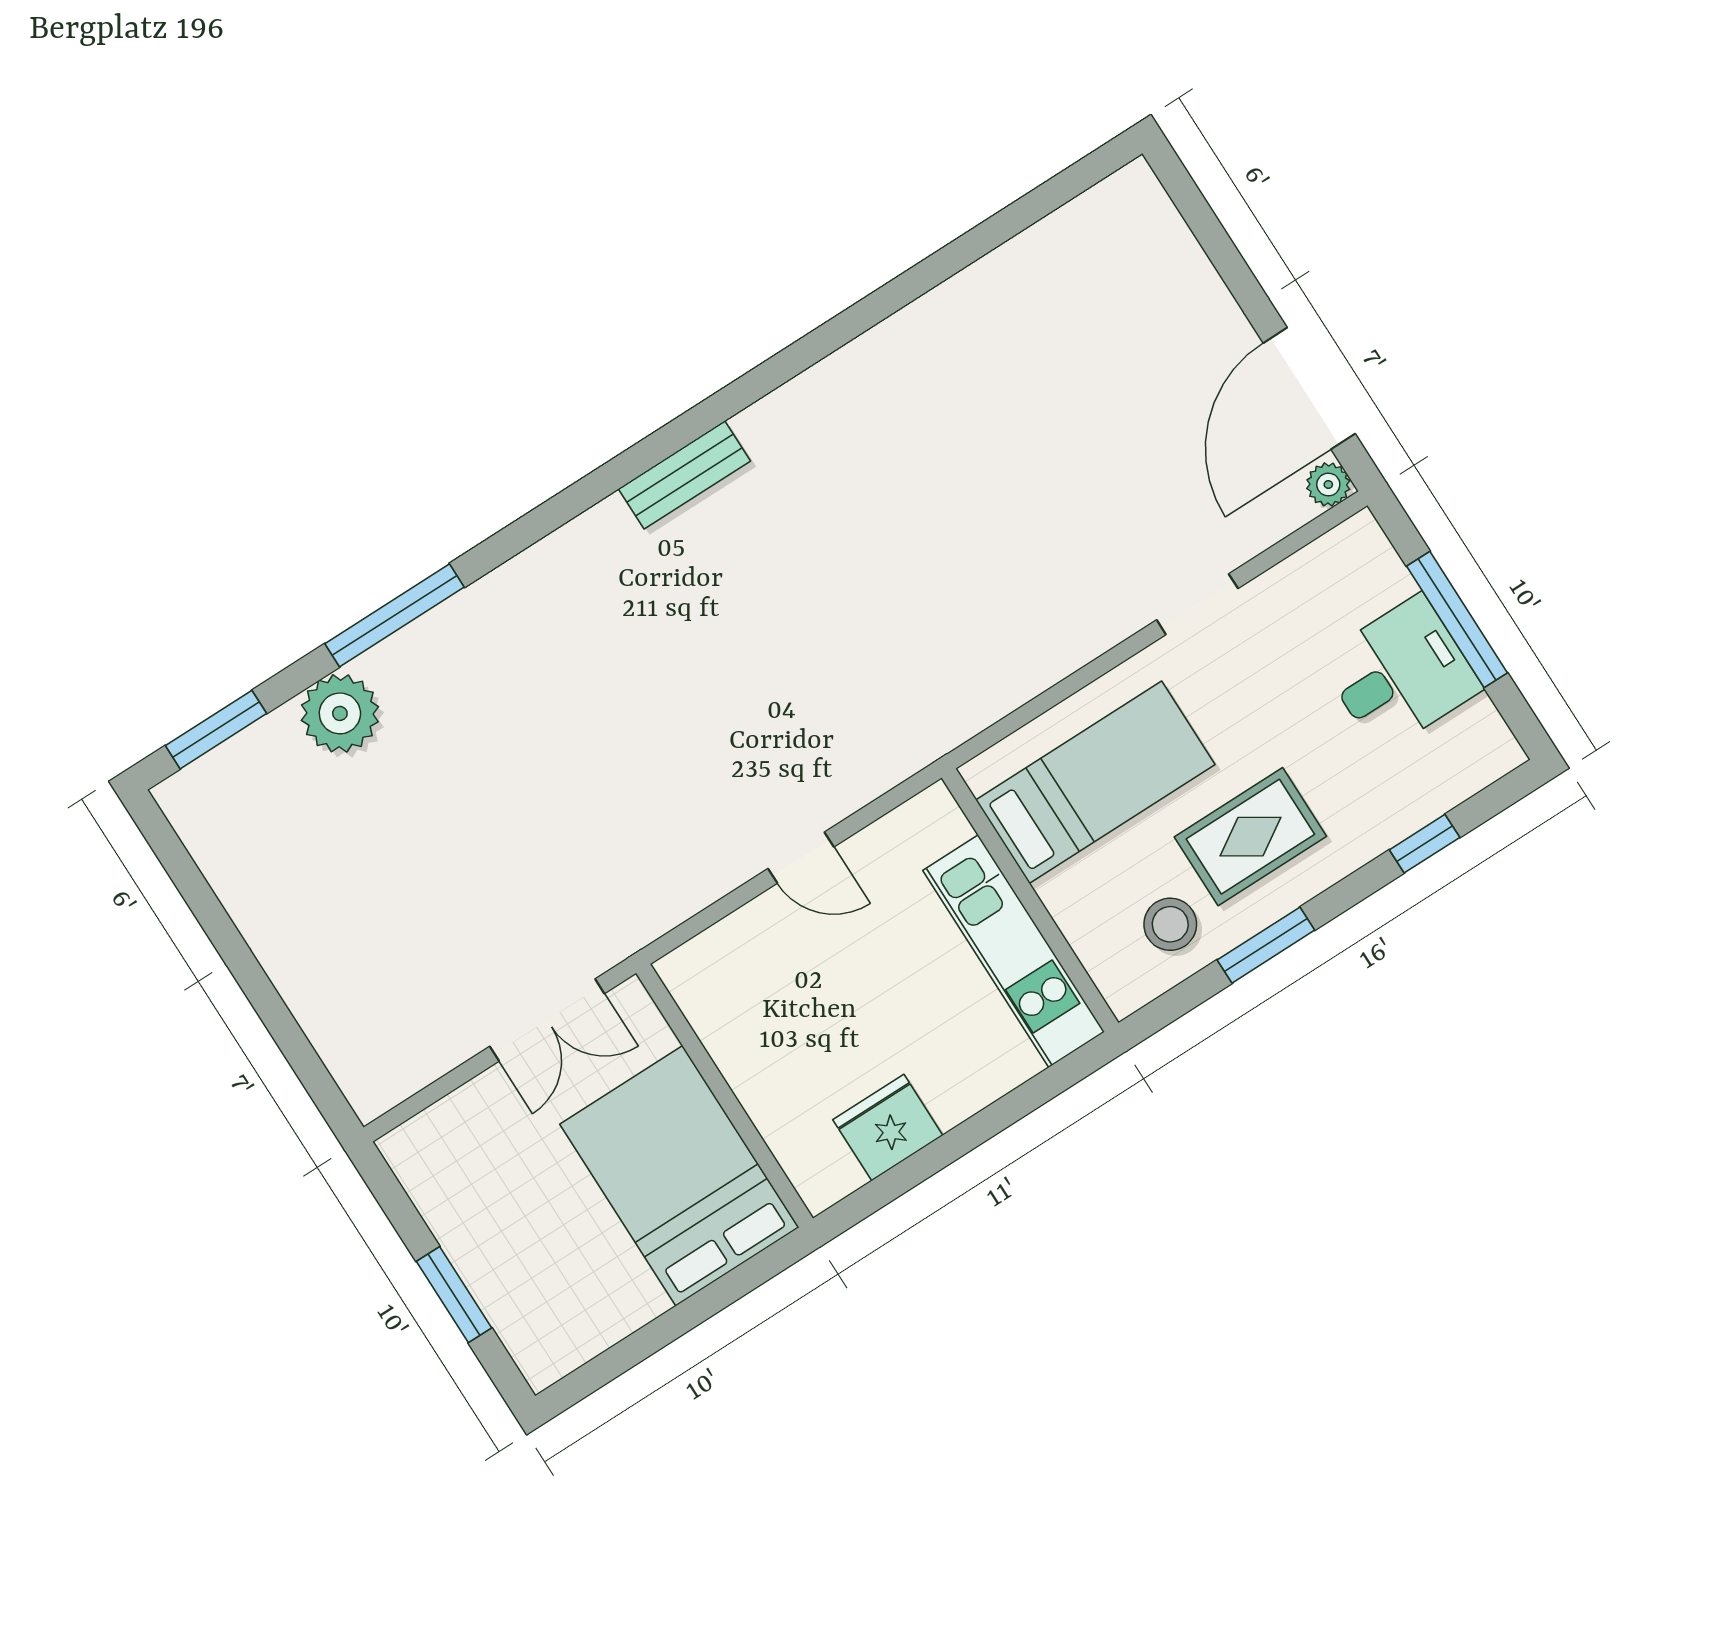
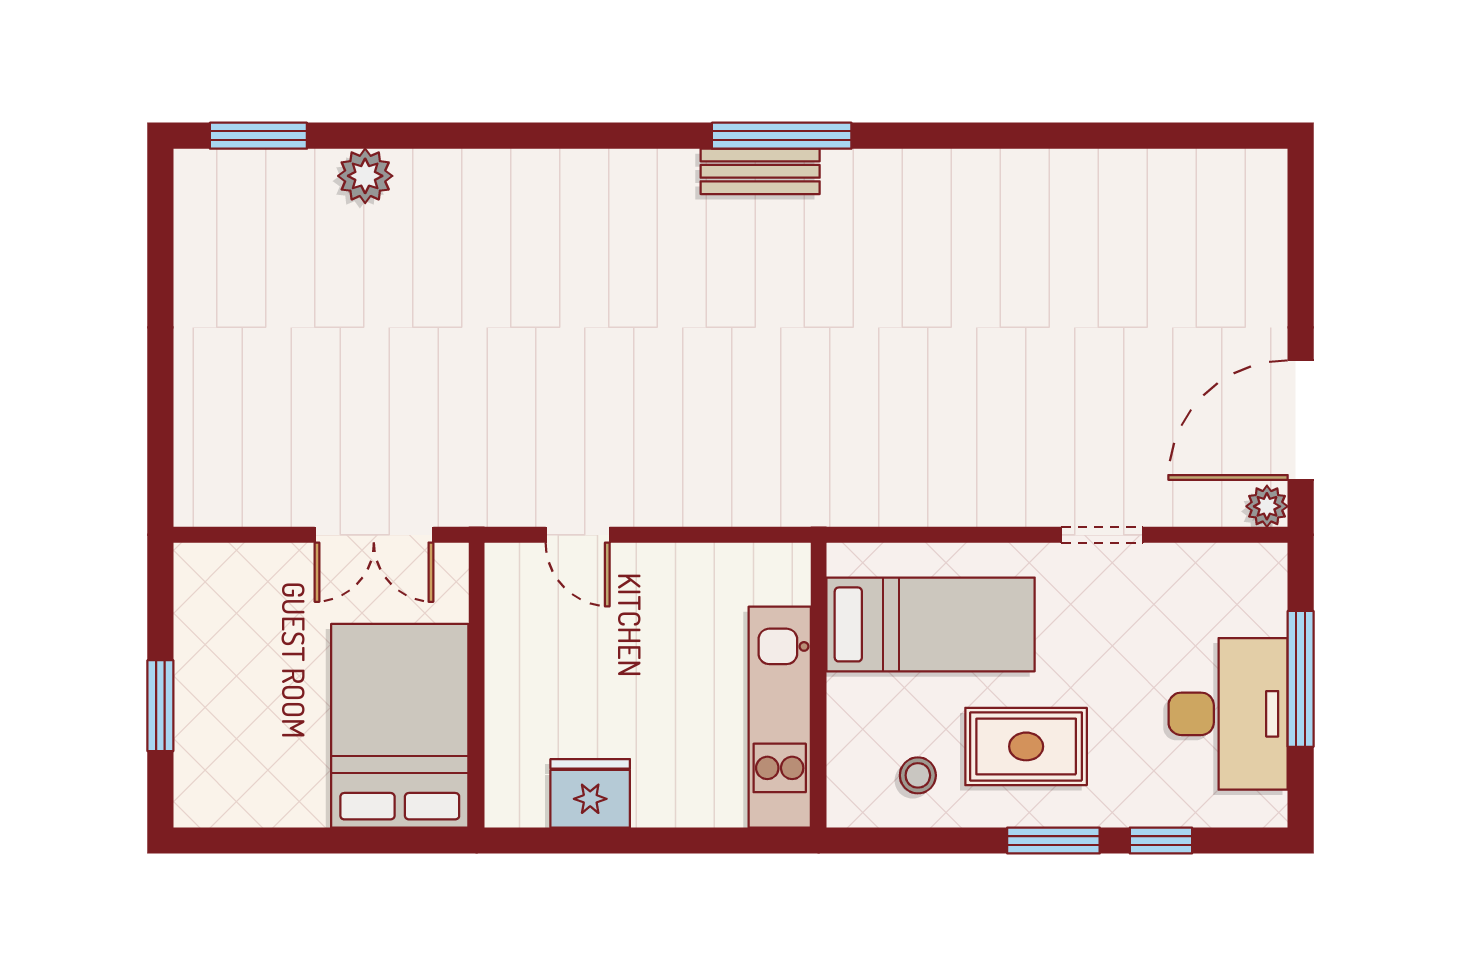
window: (395, 615) -> (782, 136), moved
desk: (1400, 674) -> (1228, 714), width x1.37
plant: (340, 713) -> (365, 176), width x0.73, depth x0.73
door: (801, 858) -> (578, 535), moved
stool: (1170, 924) -> (918, 775), width x0.73, depth x0.73
window: (1266, 945) -> (1053, 841), moved

